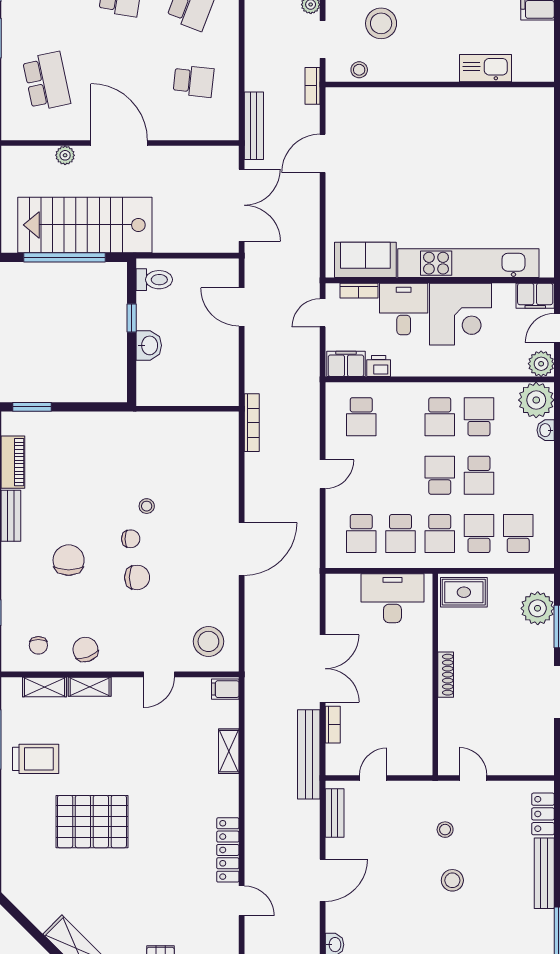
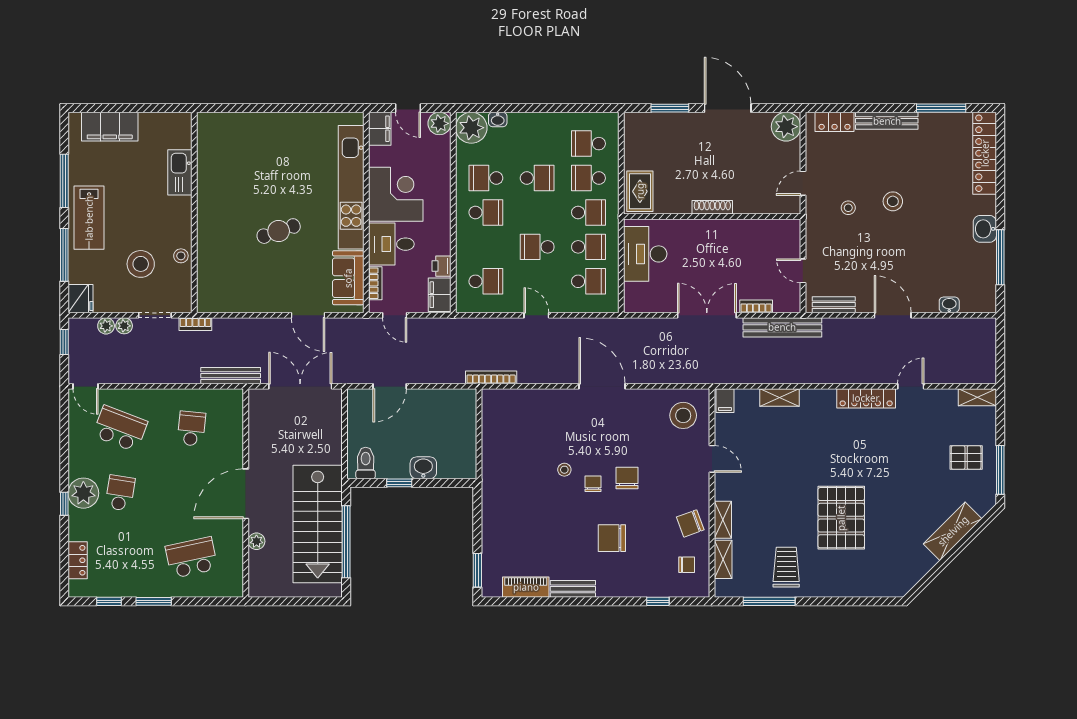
stool: (359, 70) -> (181, 256), moved
door: (323, 153) -> (308, 315), moved
cafe table: (419, 181) -> (279, 231), added
school desk: (440, 475) -> (537, 247), moved
plant: (538, 608) -> (786, 127), moved

